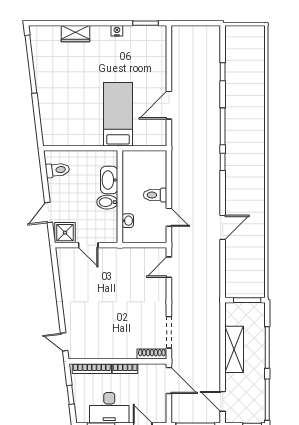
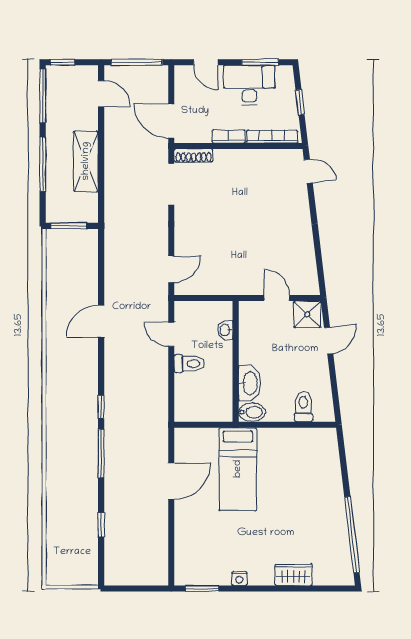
toilet: (57, 170) -> (303, 407), moved, turned 97
bidet: (107, 202) -> (252, 412), moved

